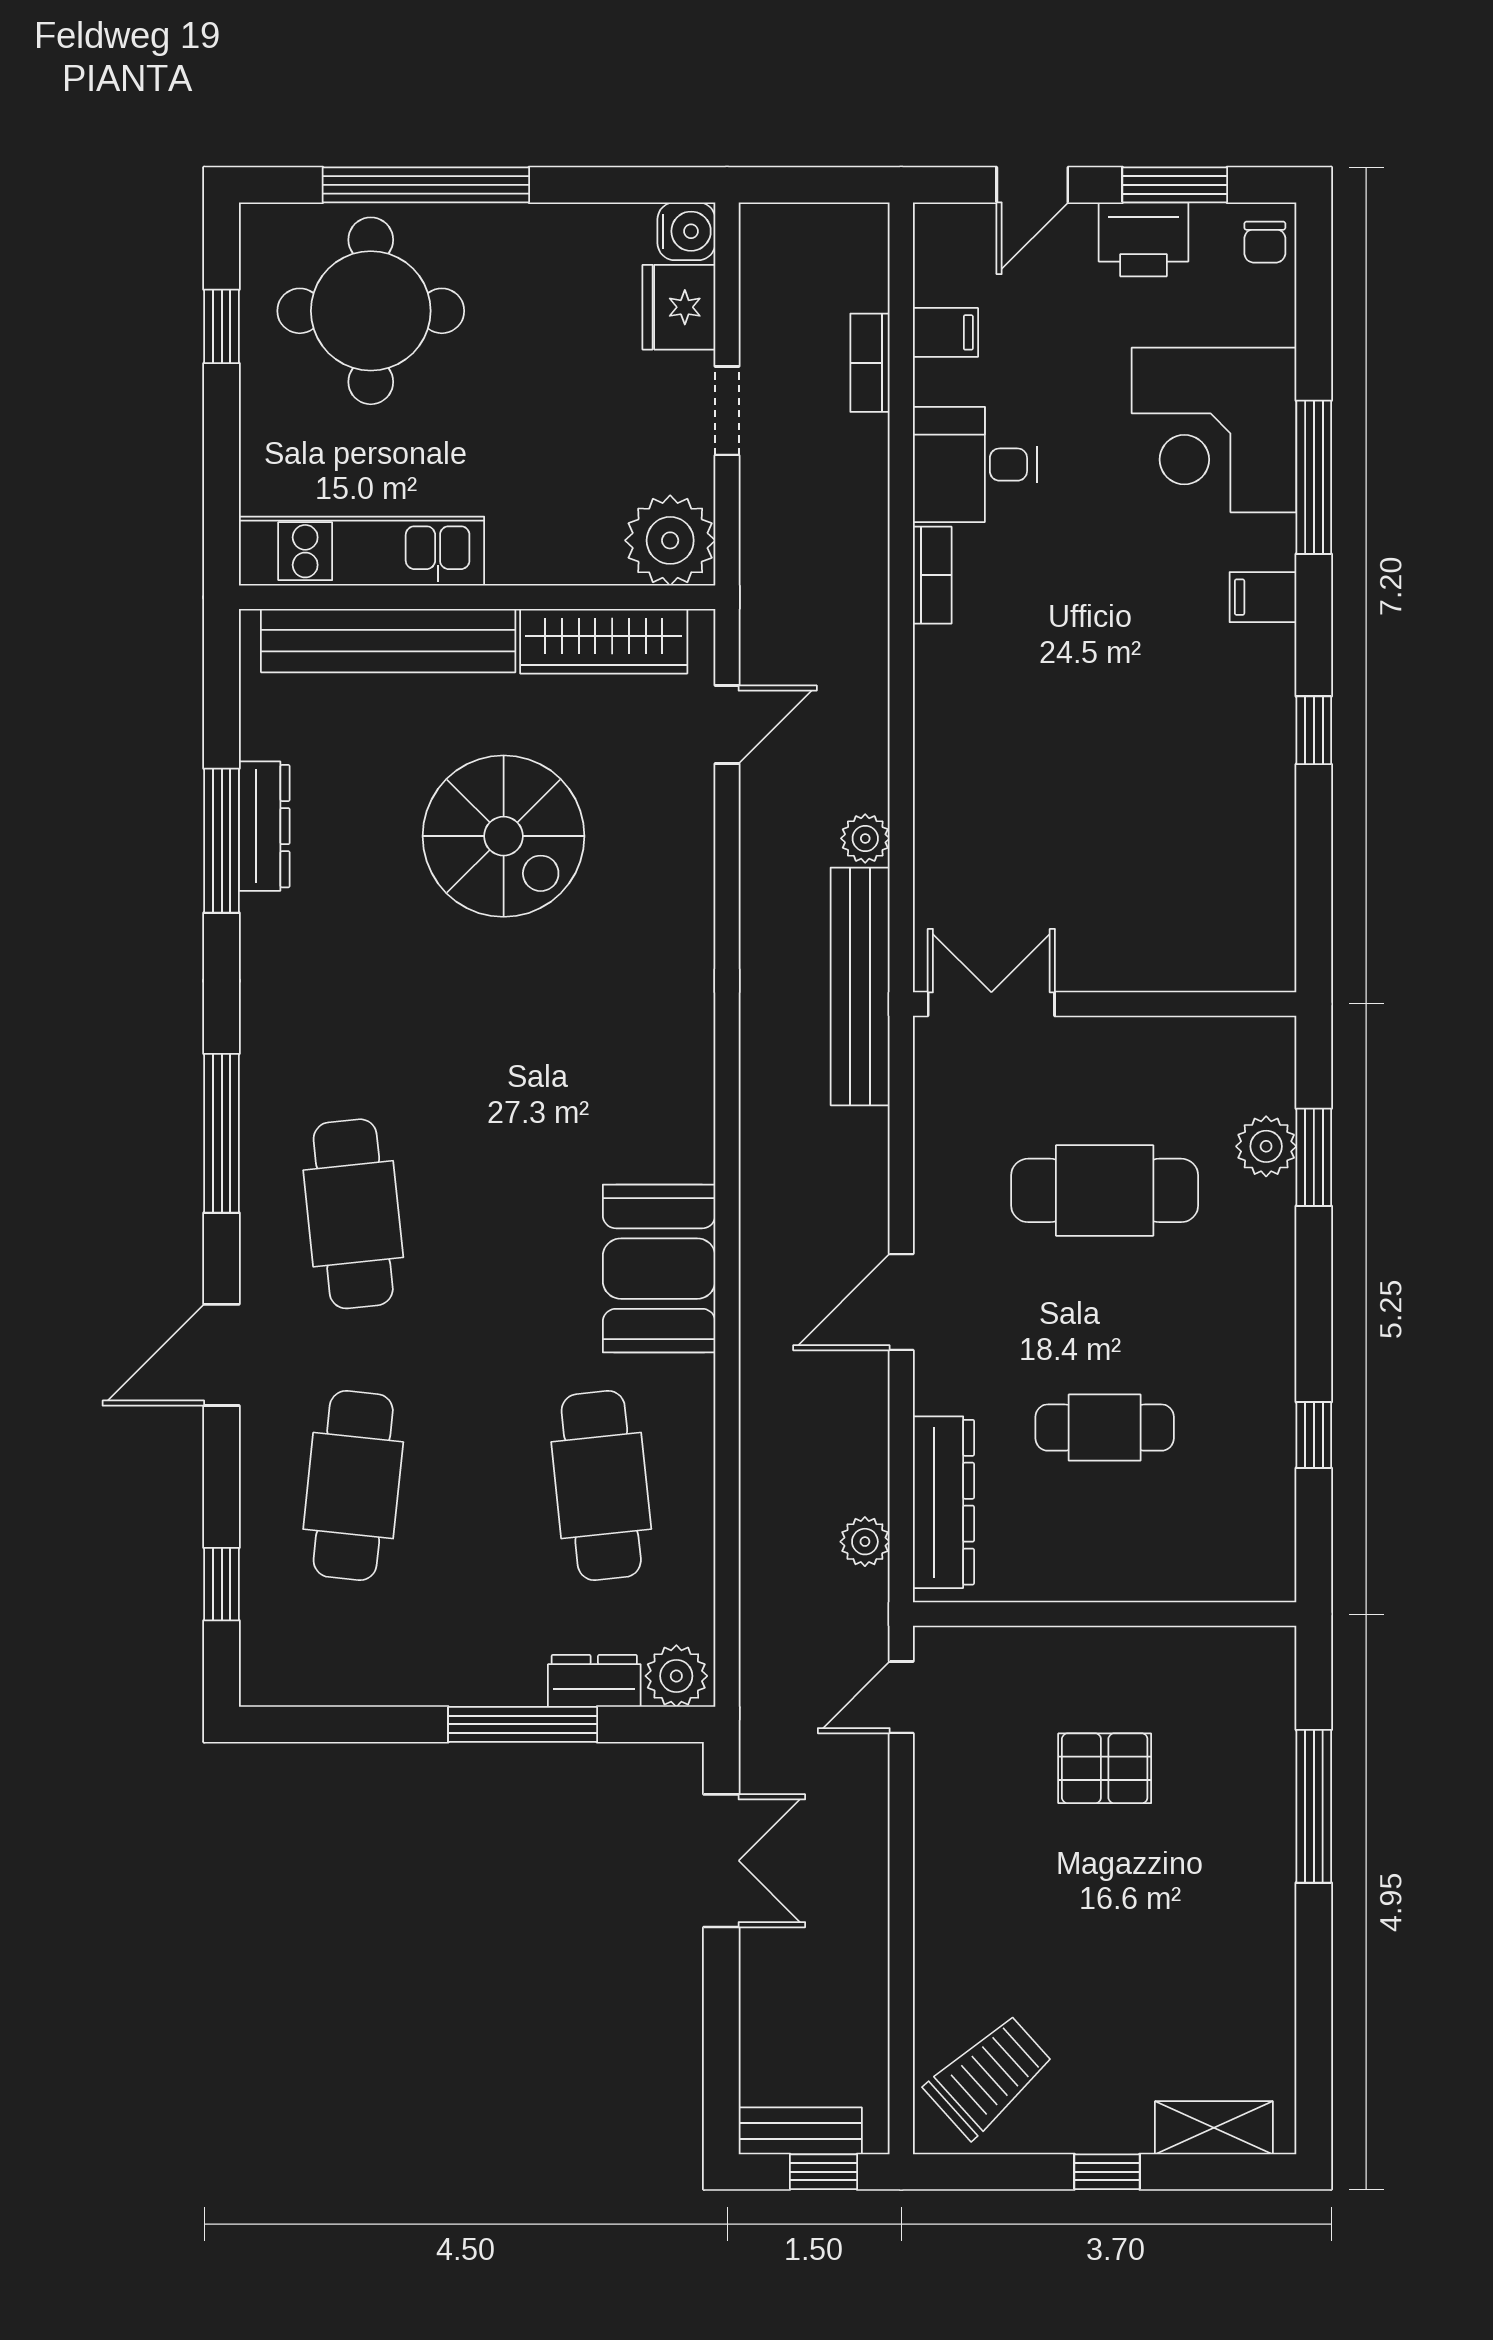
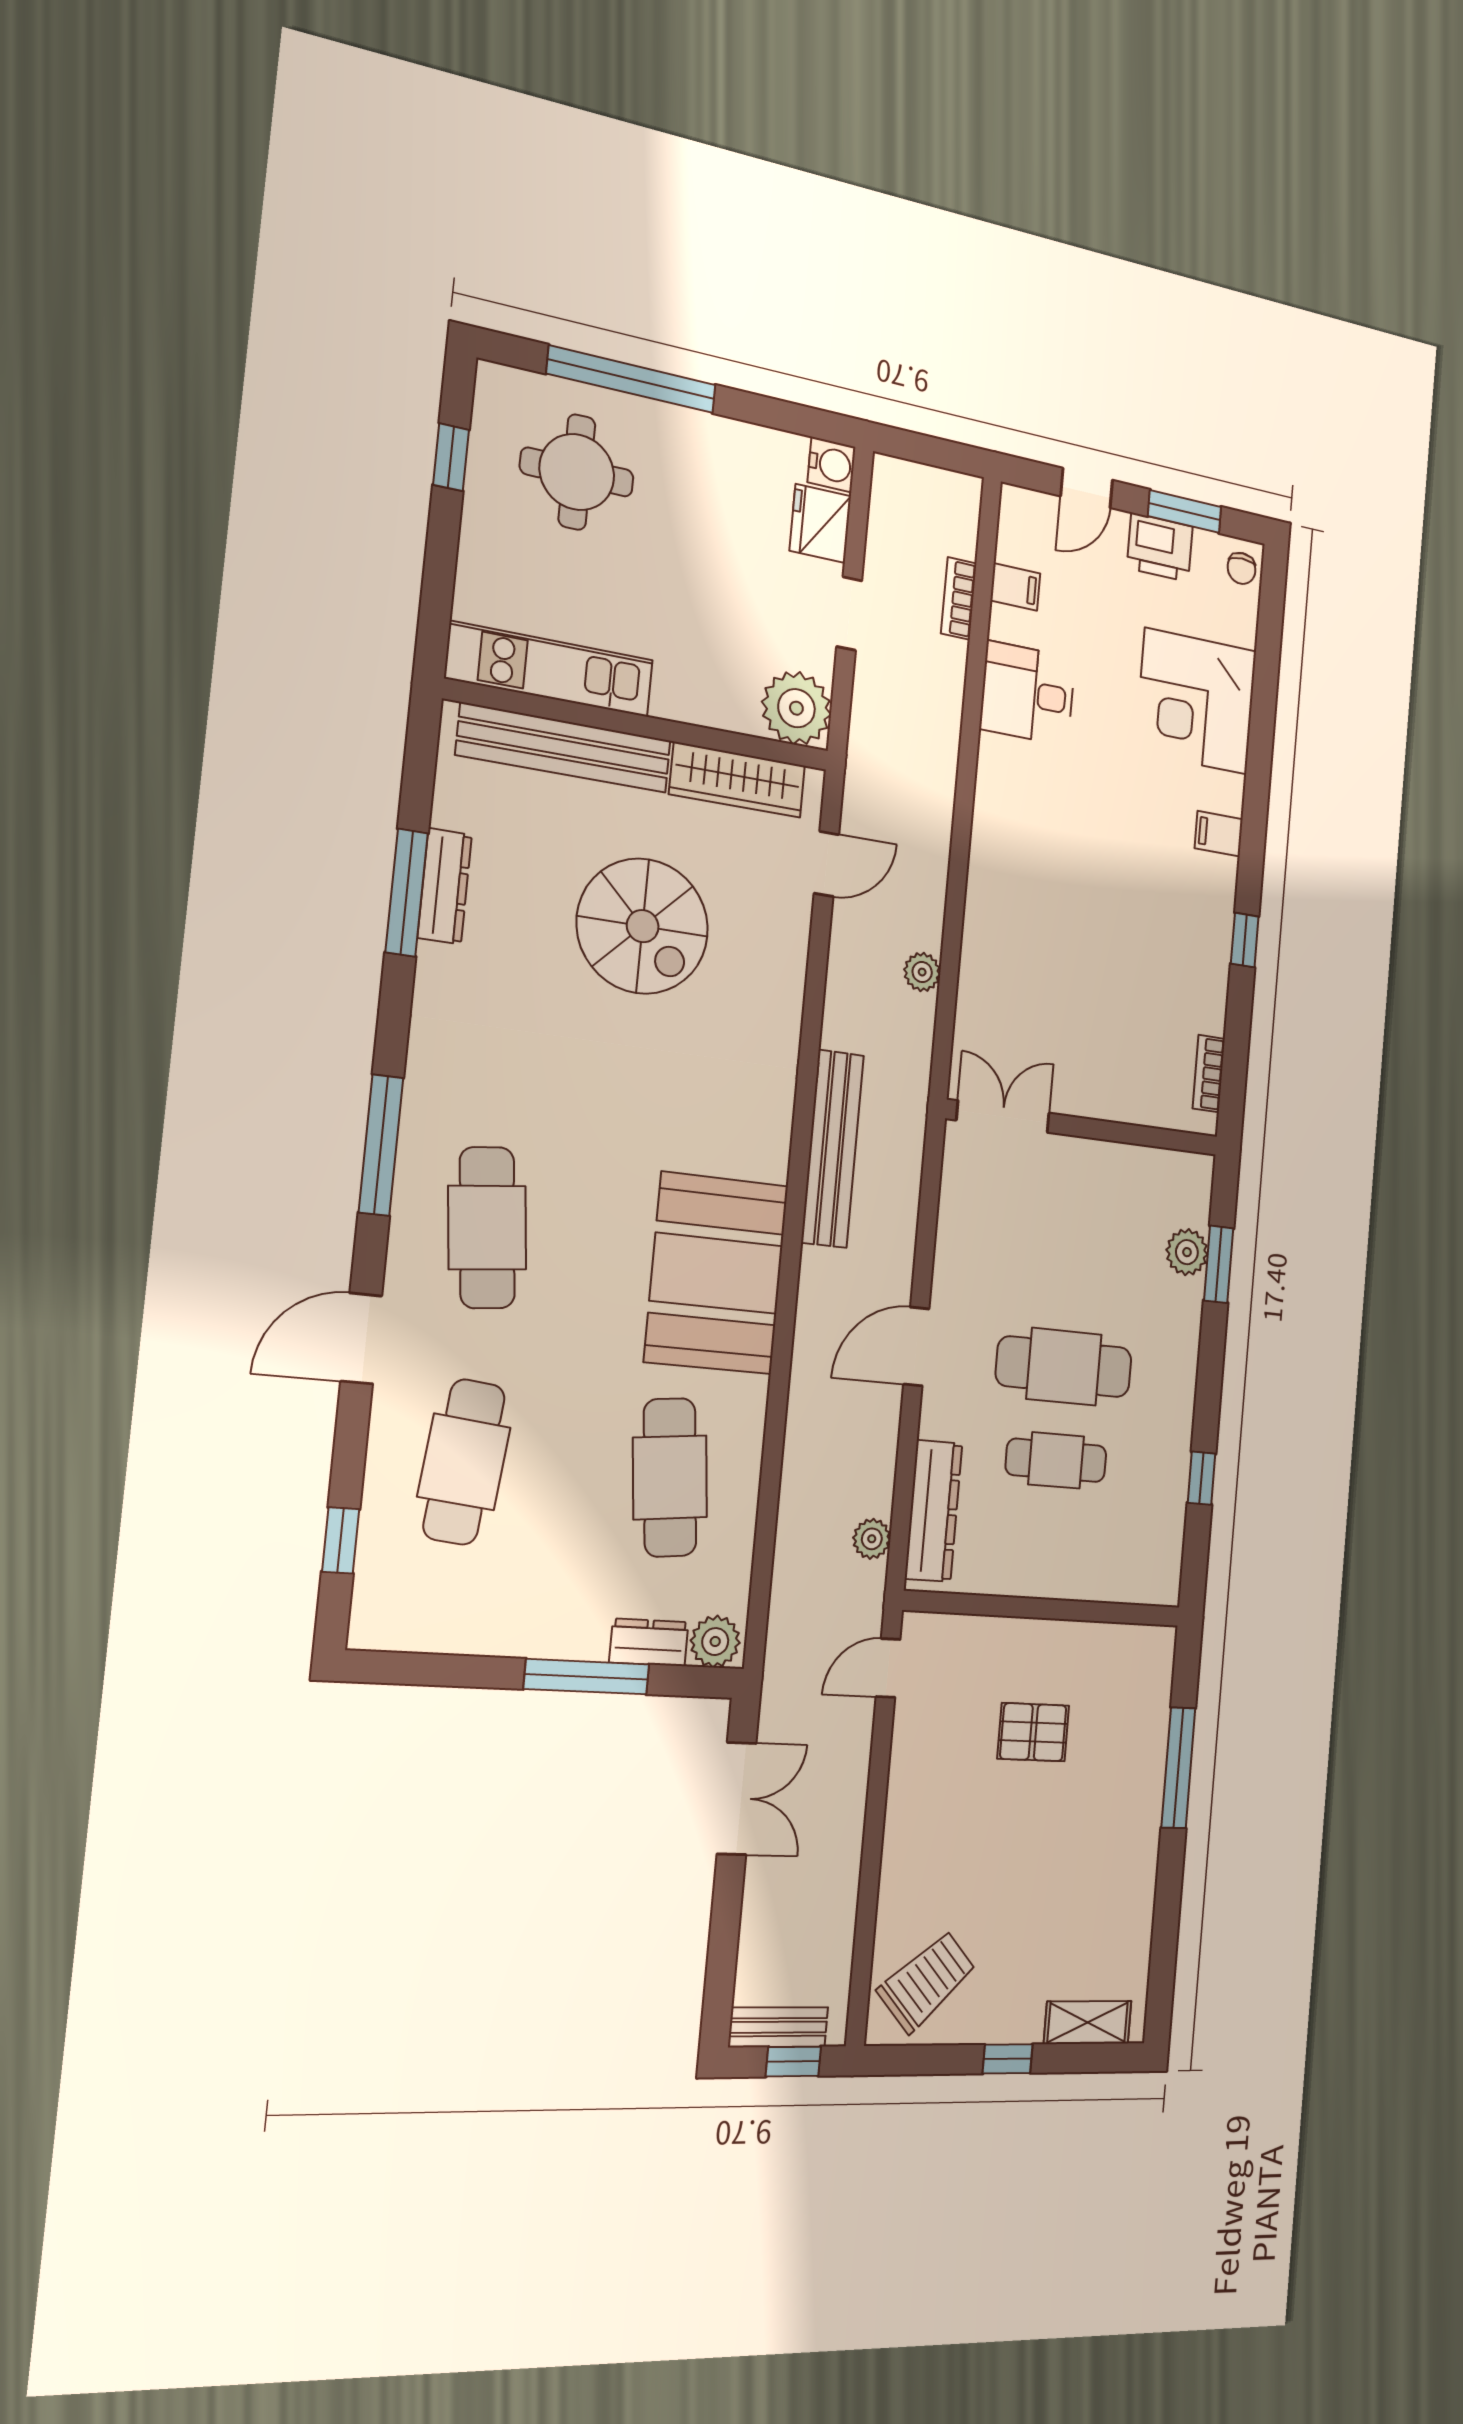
round table: (371, 311) -> (577, 472), width x0.73, depth x0.73
window: (1314, 477) -> (1260, 750), removed
bookcase: (932, 575) -> (1209, 1074), moved, turned 180
bench: (860, 986) -> (832, 1149), moved
cafe table: (1105, 1190) -> (1064, 1367), moved
booth: (659, 1269) -> (716, 1273), width x1.36, depth x1.42

